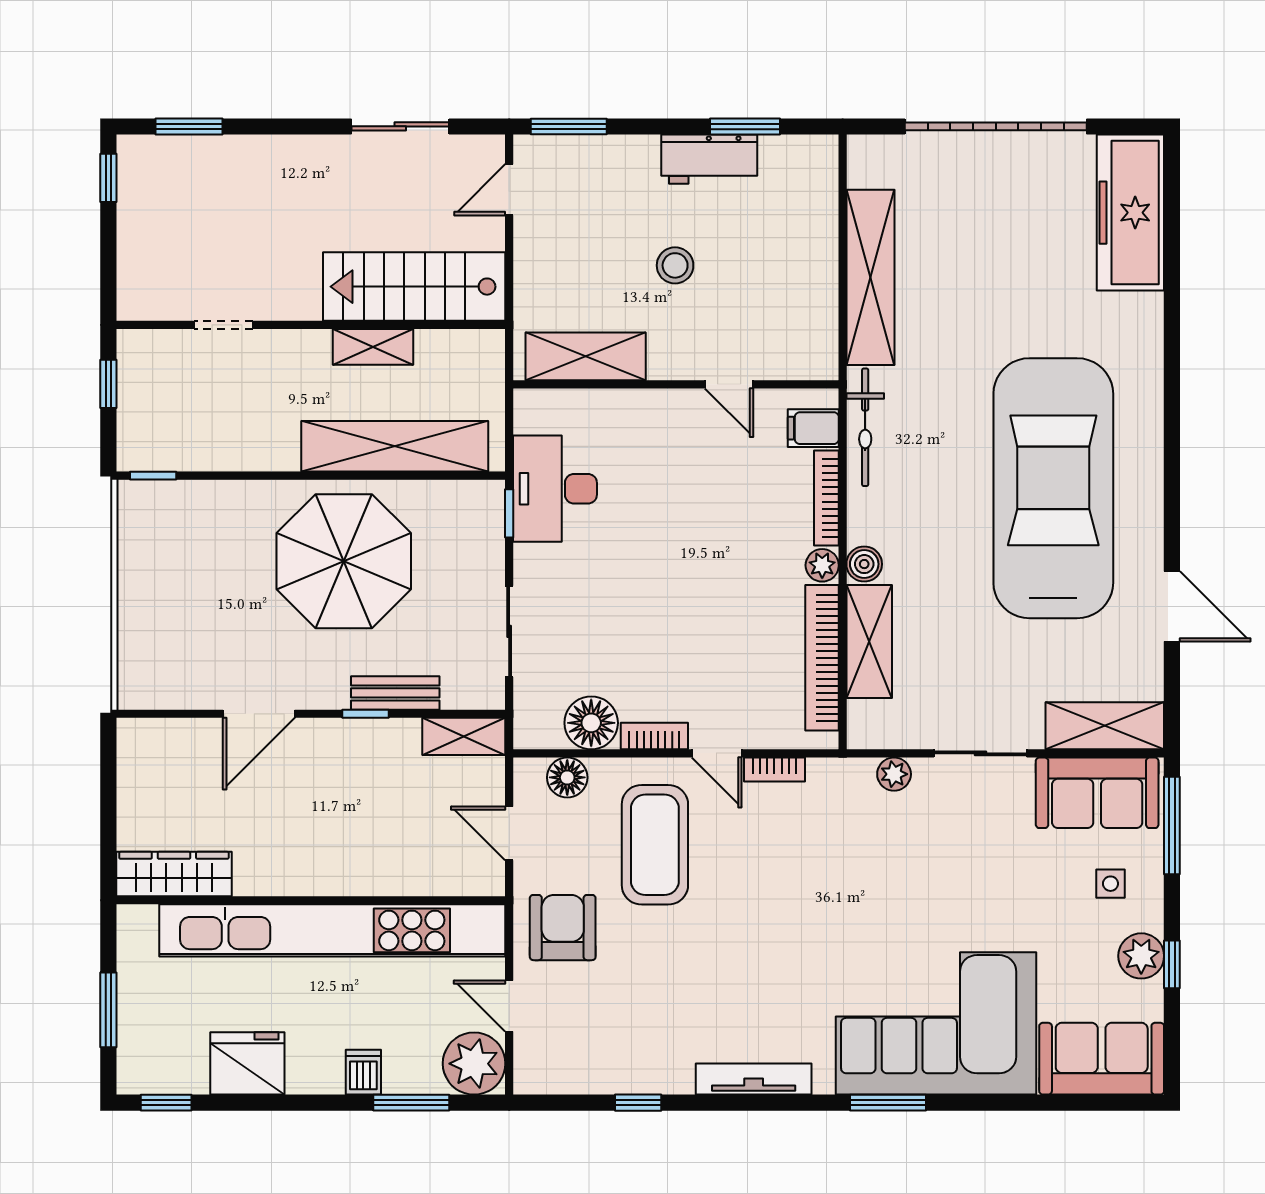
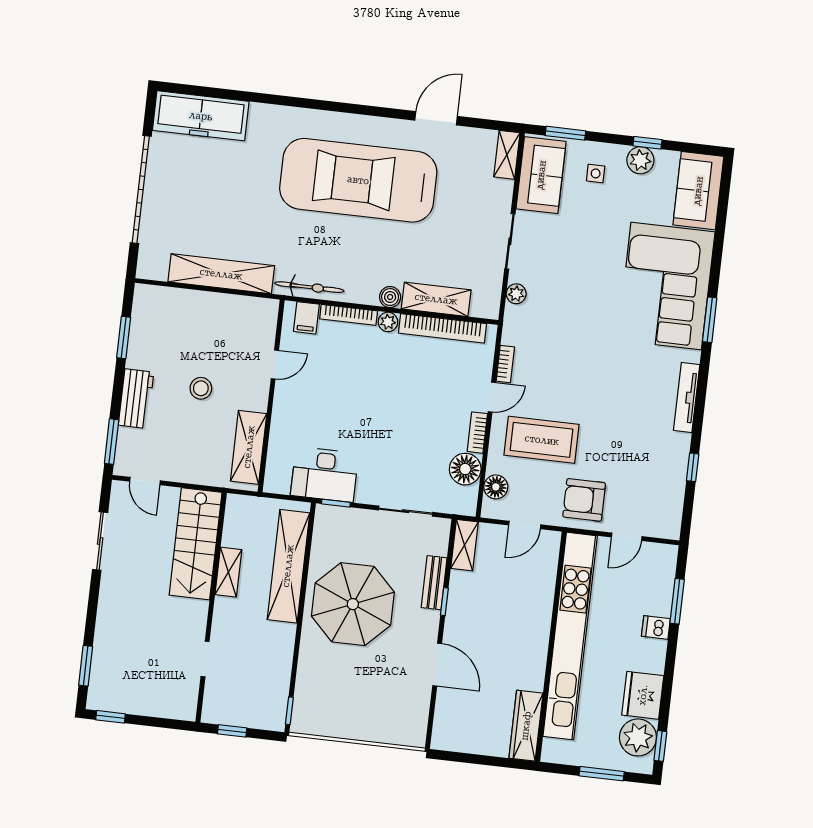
workbench: (709, 159) -> (136, 399), moved
shelving: (1105, 726) -> (507, 155), width x0.67, depth x0.75
window: (1172, 825) -> (565, 133), width x0.69
plant: (474, 1064) -> (638, 737), moved

